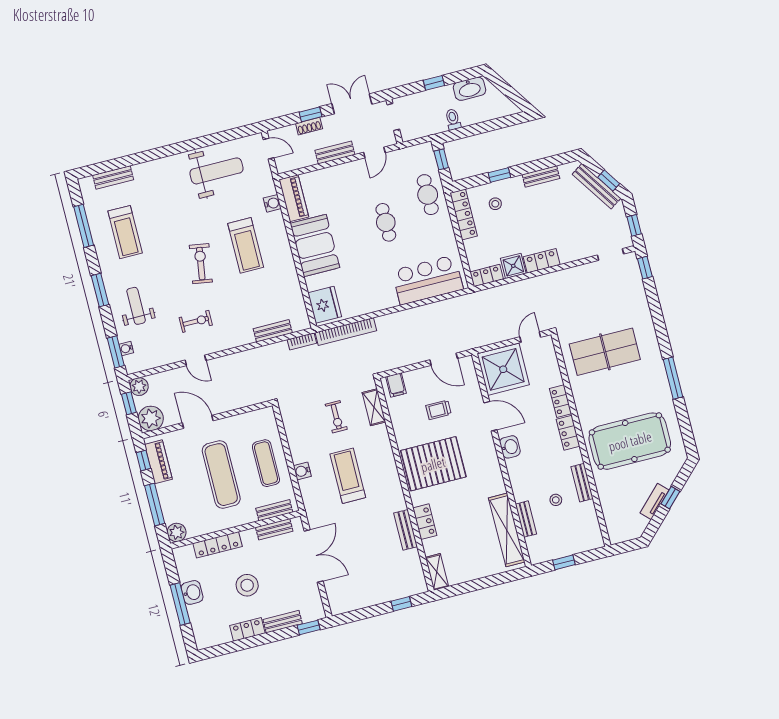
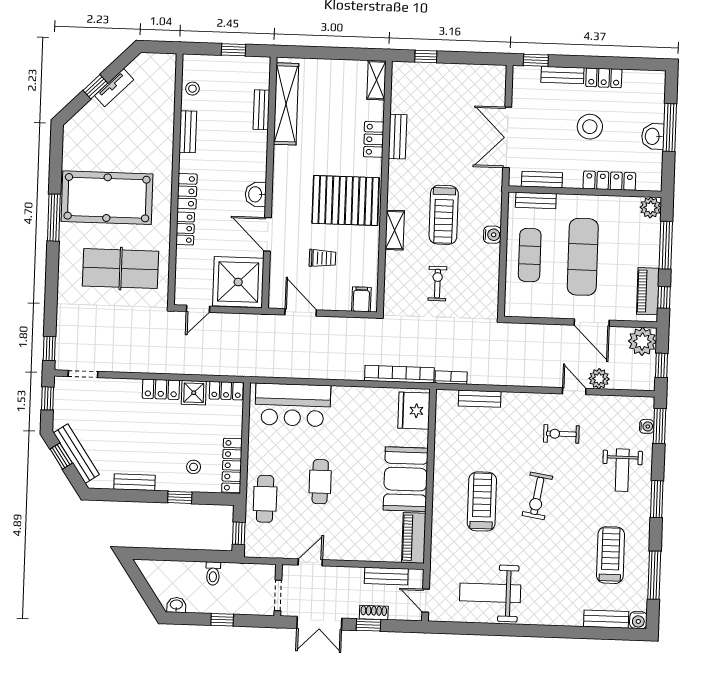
washbasin: (469, 89) -> (176, 605), width x0.52, depth x0.69
bench: (335, 152) -> (386, 576), moved
water cooler: (272, 203) -> (638, 620), moved, turned -90
plant: (139, 387) -> (599, 379), moved
shelving: (374, 407) -> (395, 230), moved
pool table: (630, 441) -> (107, 198), moved
stool: (556, 500) -> (192, 89), moved

